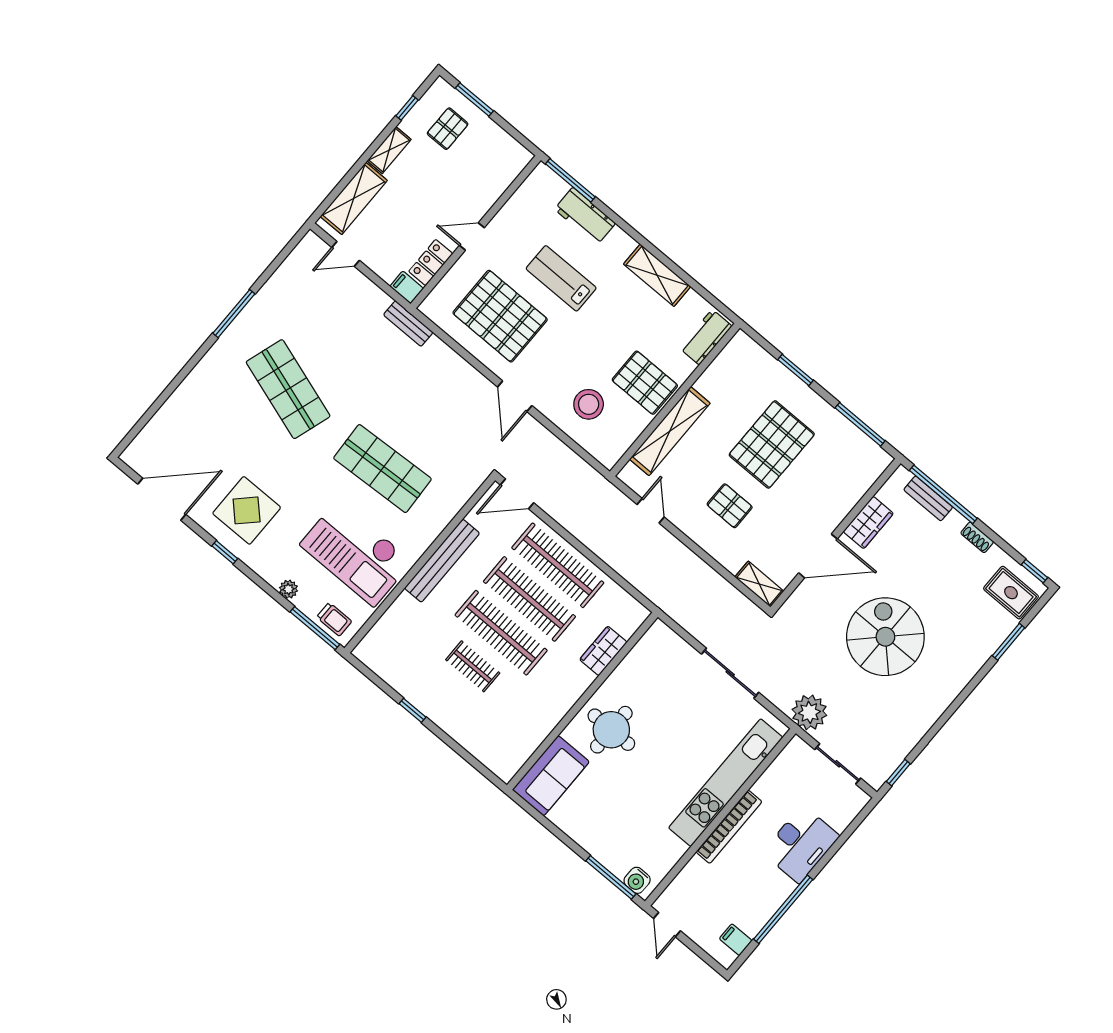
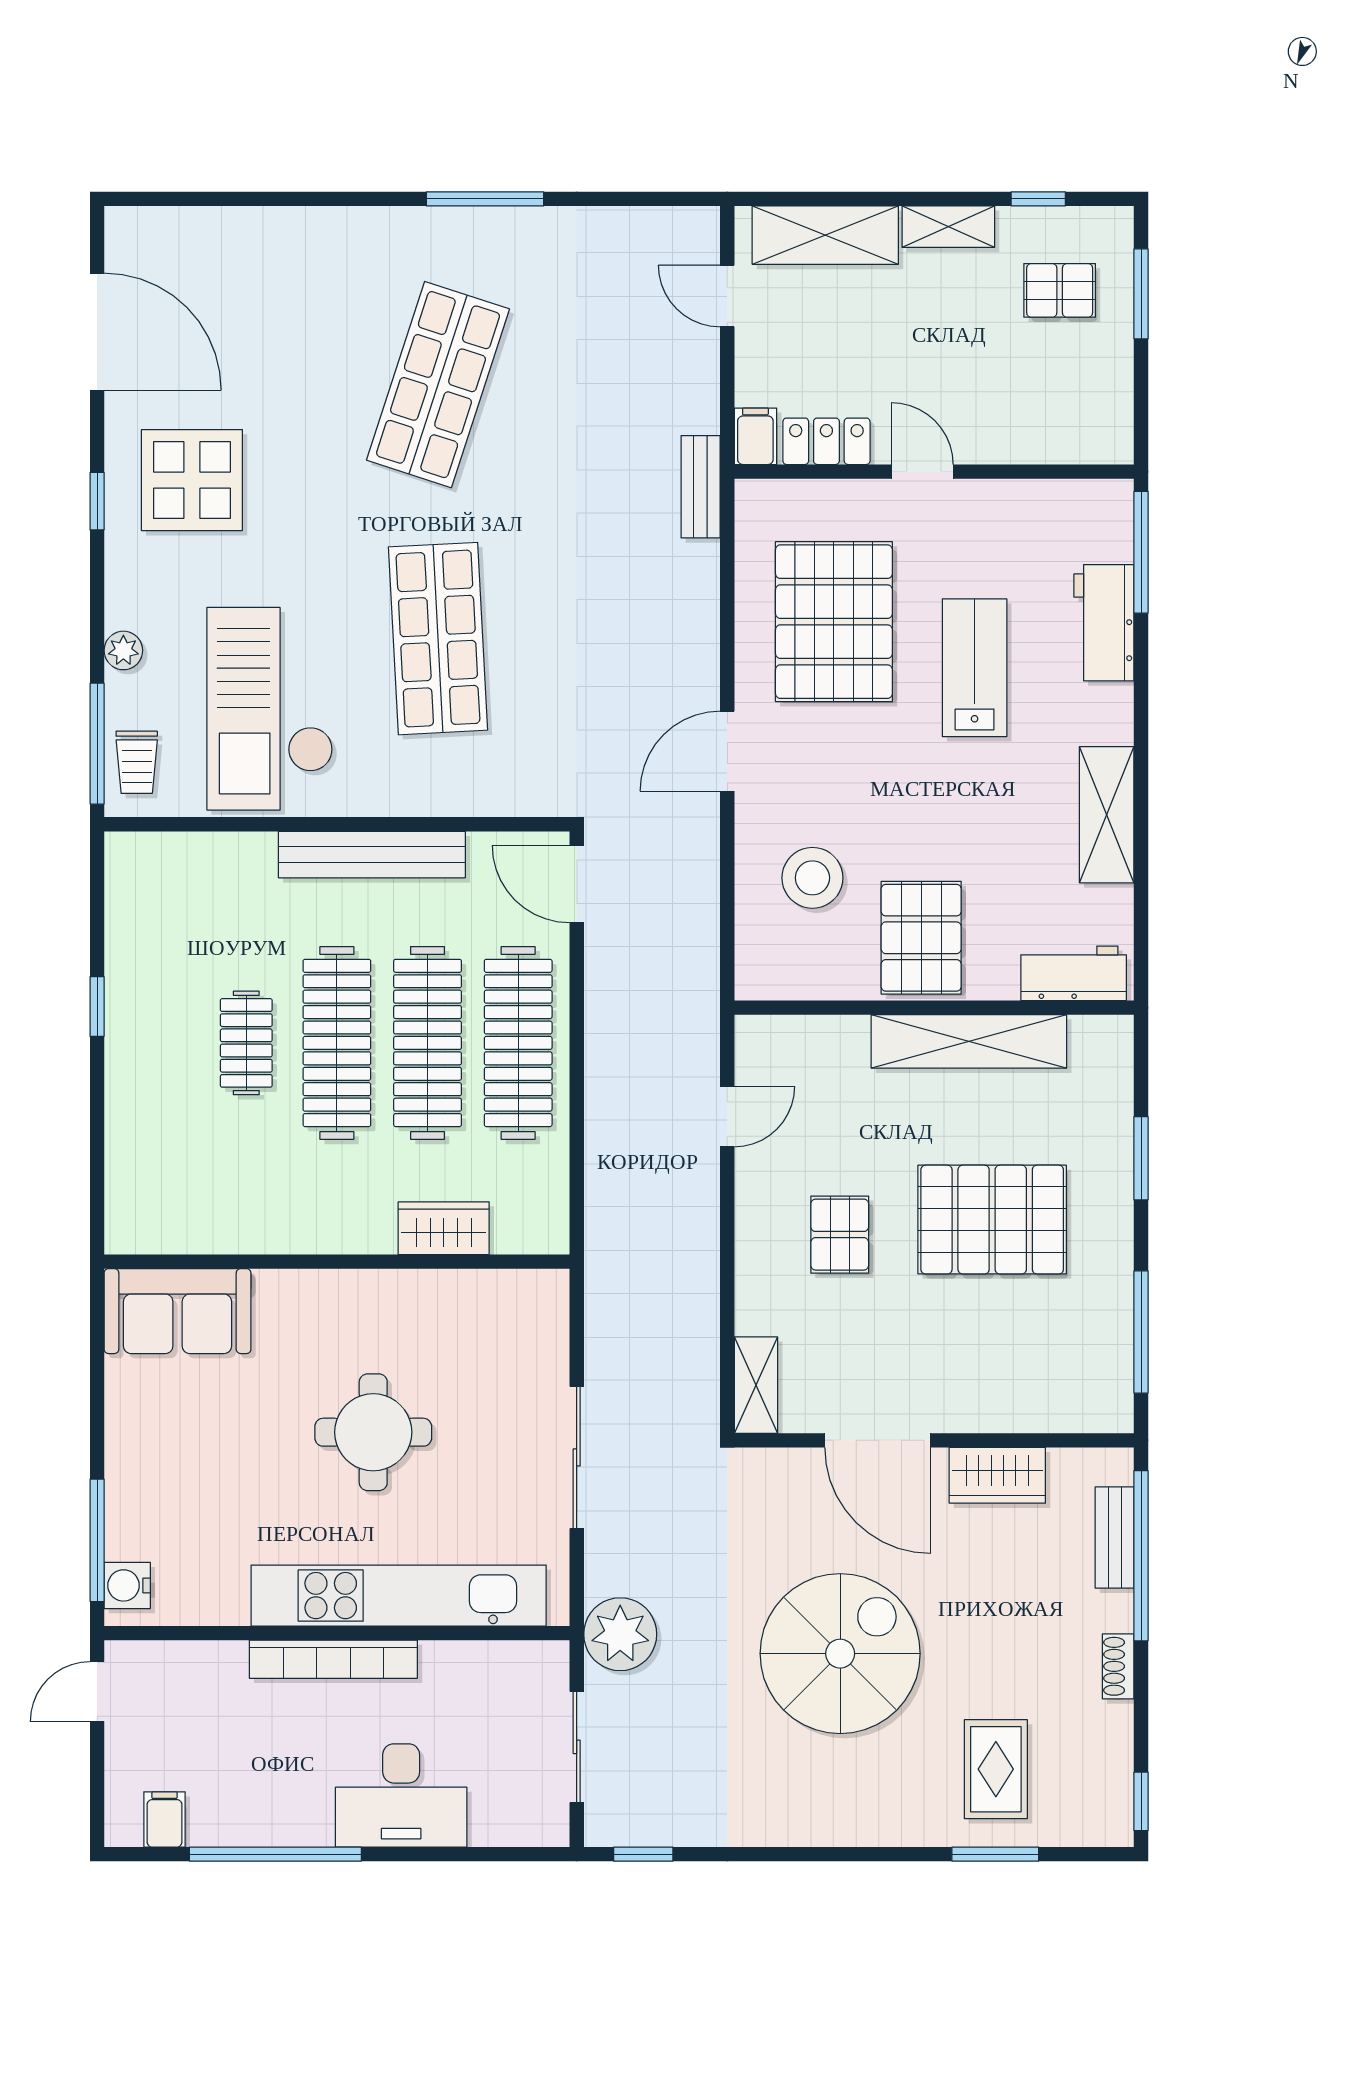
shelving: (670, 431) -> (969, 1041), moved
rug: (1011, 593) -> (996, 1769), moved
round table: (611, 730) -> (373, 1432), moved

